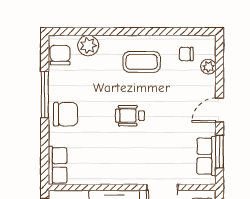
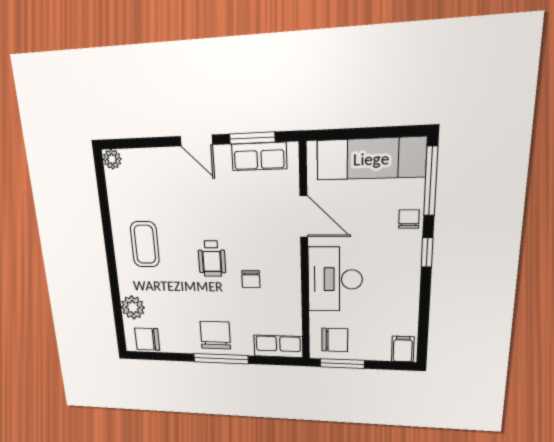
chair: (186, 54) -> (251, 279), moved
plant: (208, 67) -> (112, 159), moved
window: (45, 95) -> (221, 359), moved

